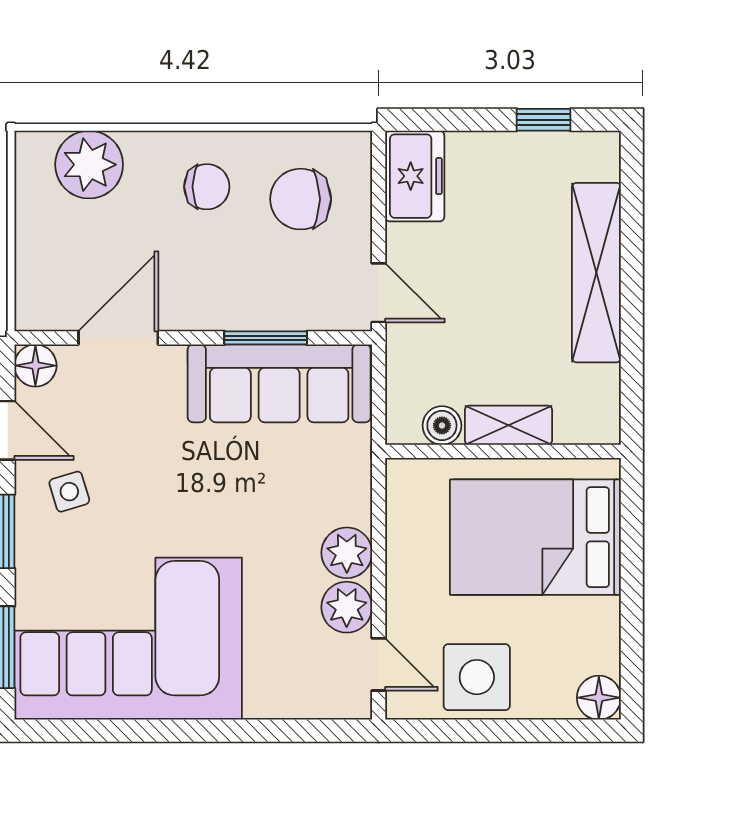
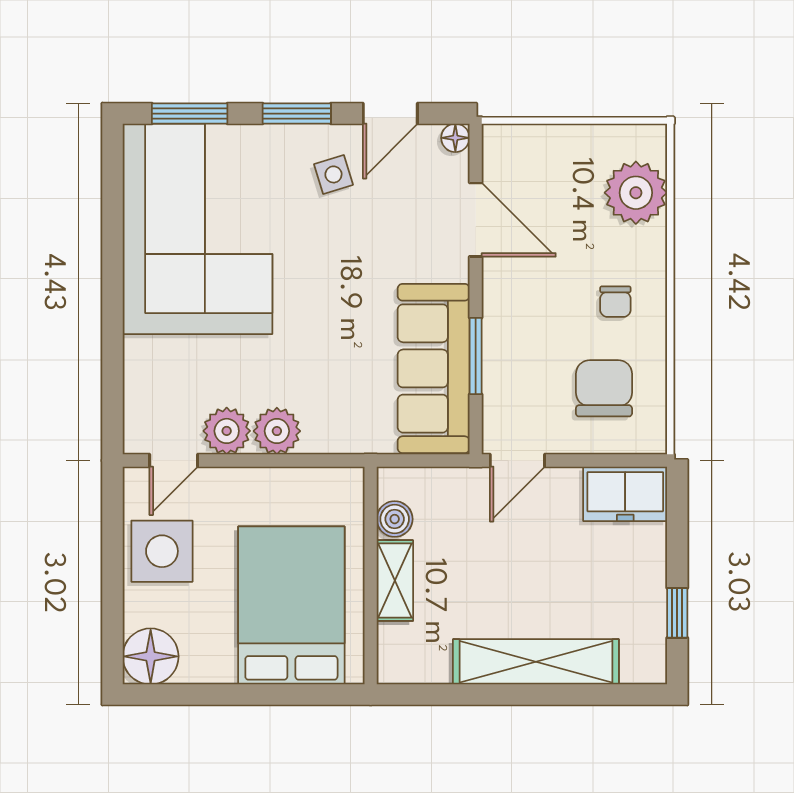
chair: (207, 187) -> (615, 302), width x0.73, depth x0.73
floor lamp: (35, 366) -> (455, 138), width x0.73, depth x0.73
floor lamp: (599, 698) -> (151, 656), width x1.38, depth x1.38

